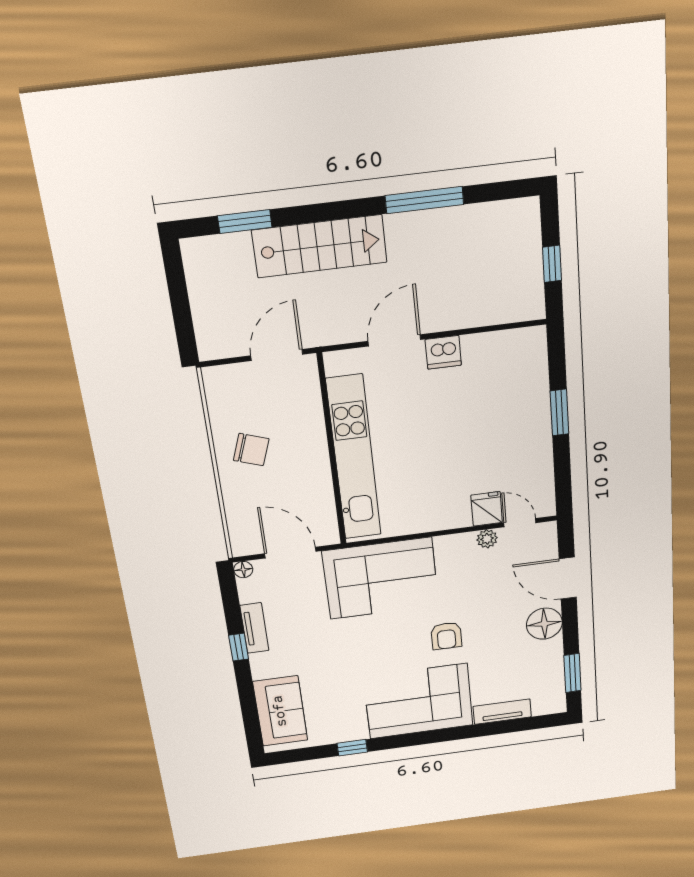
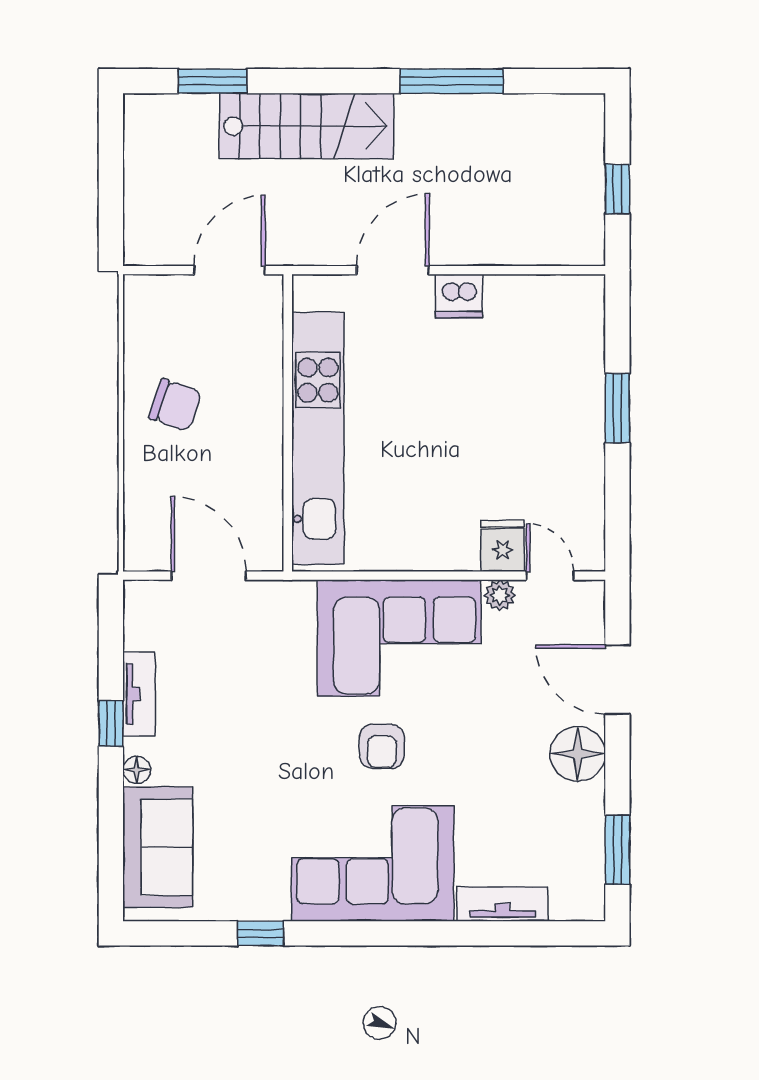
floor lamp: (243, 570) -> (137, 770), moved
corner sofa: (381, 578) -> (399, 638), moved
armchair: (446, 636) -> (382, 746), moved

